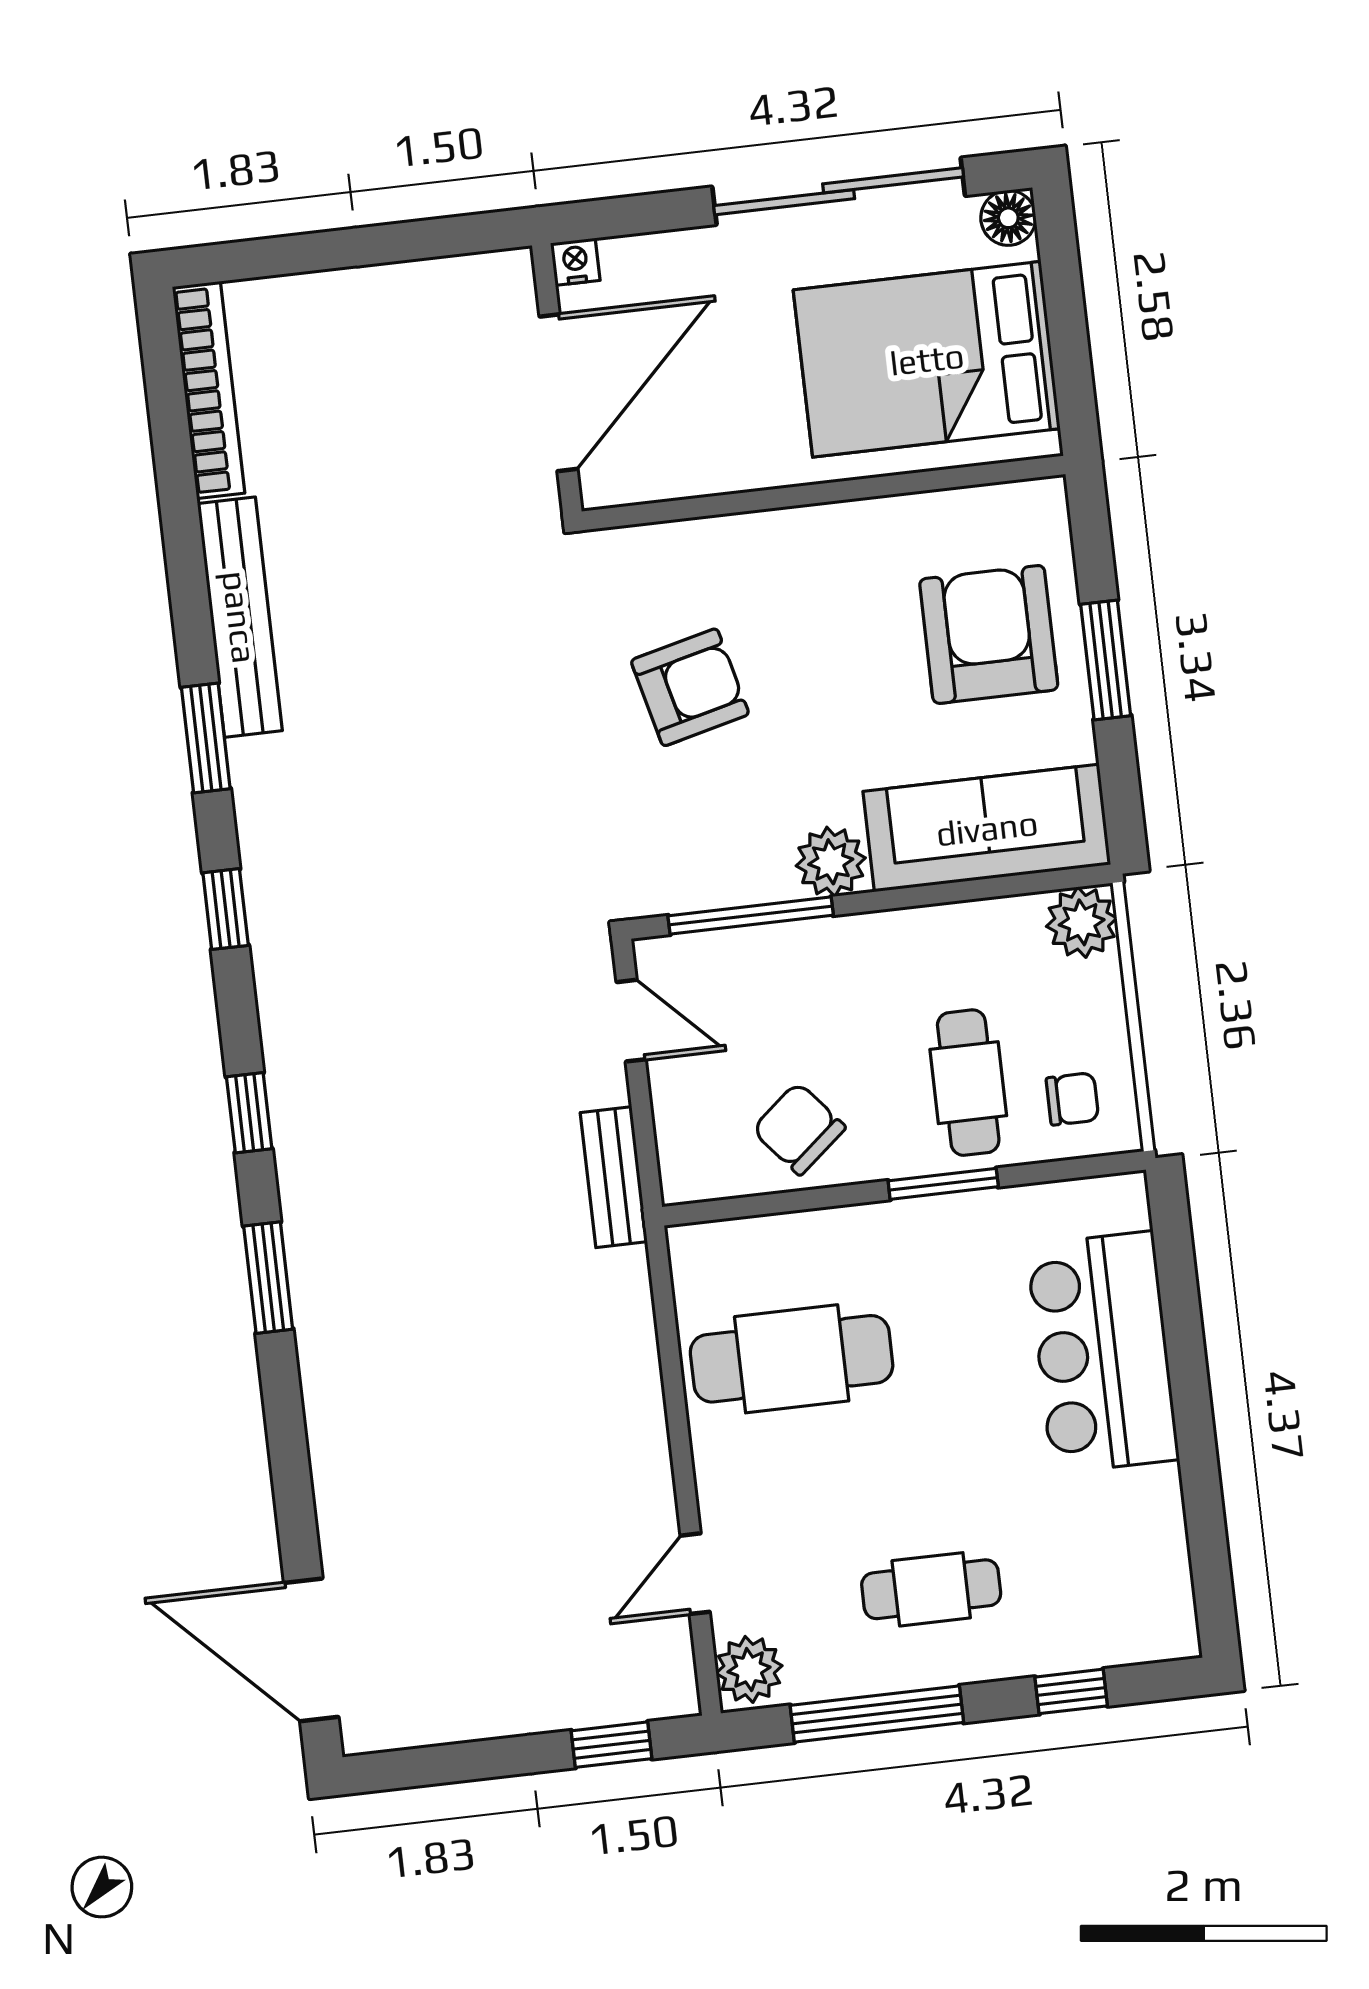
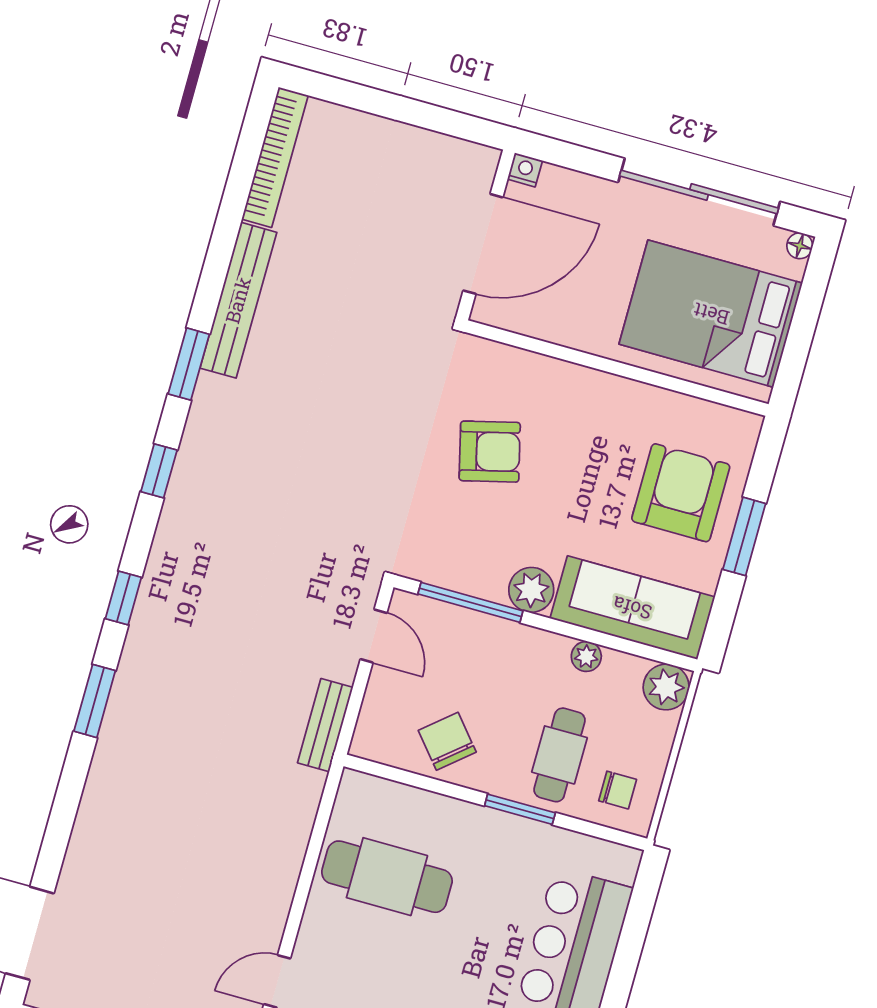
floor lamp: (1008, 218) -> (800, 246), width x0.73, depth x0.73
plant: (949, 925) -> (586, 656), added

